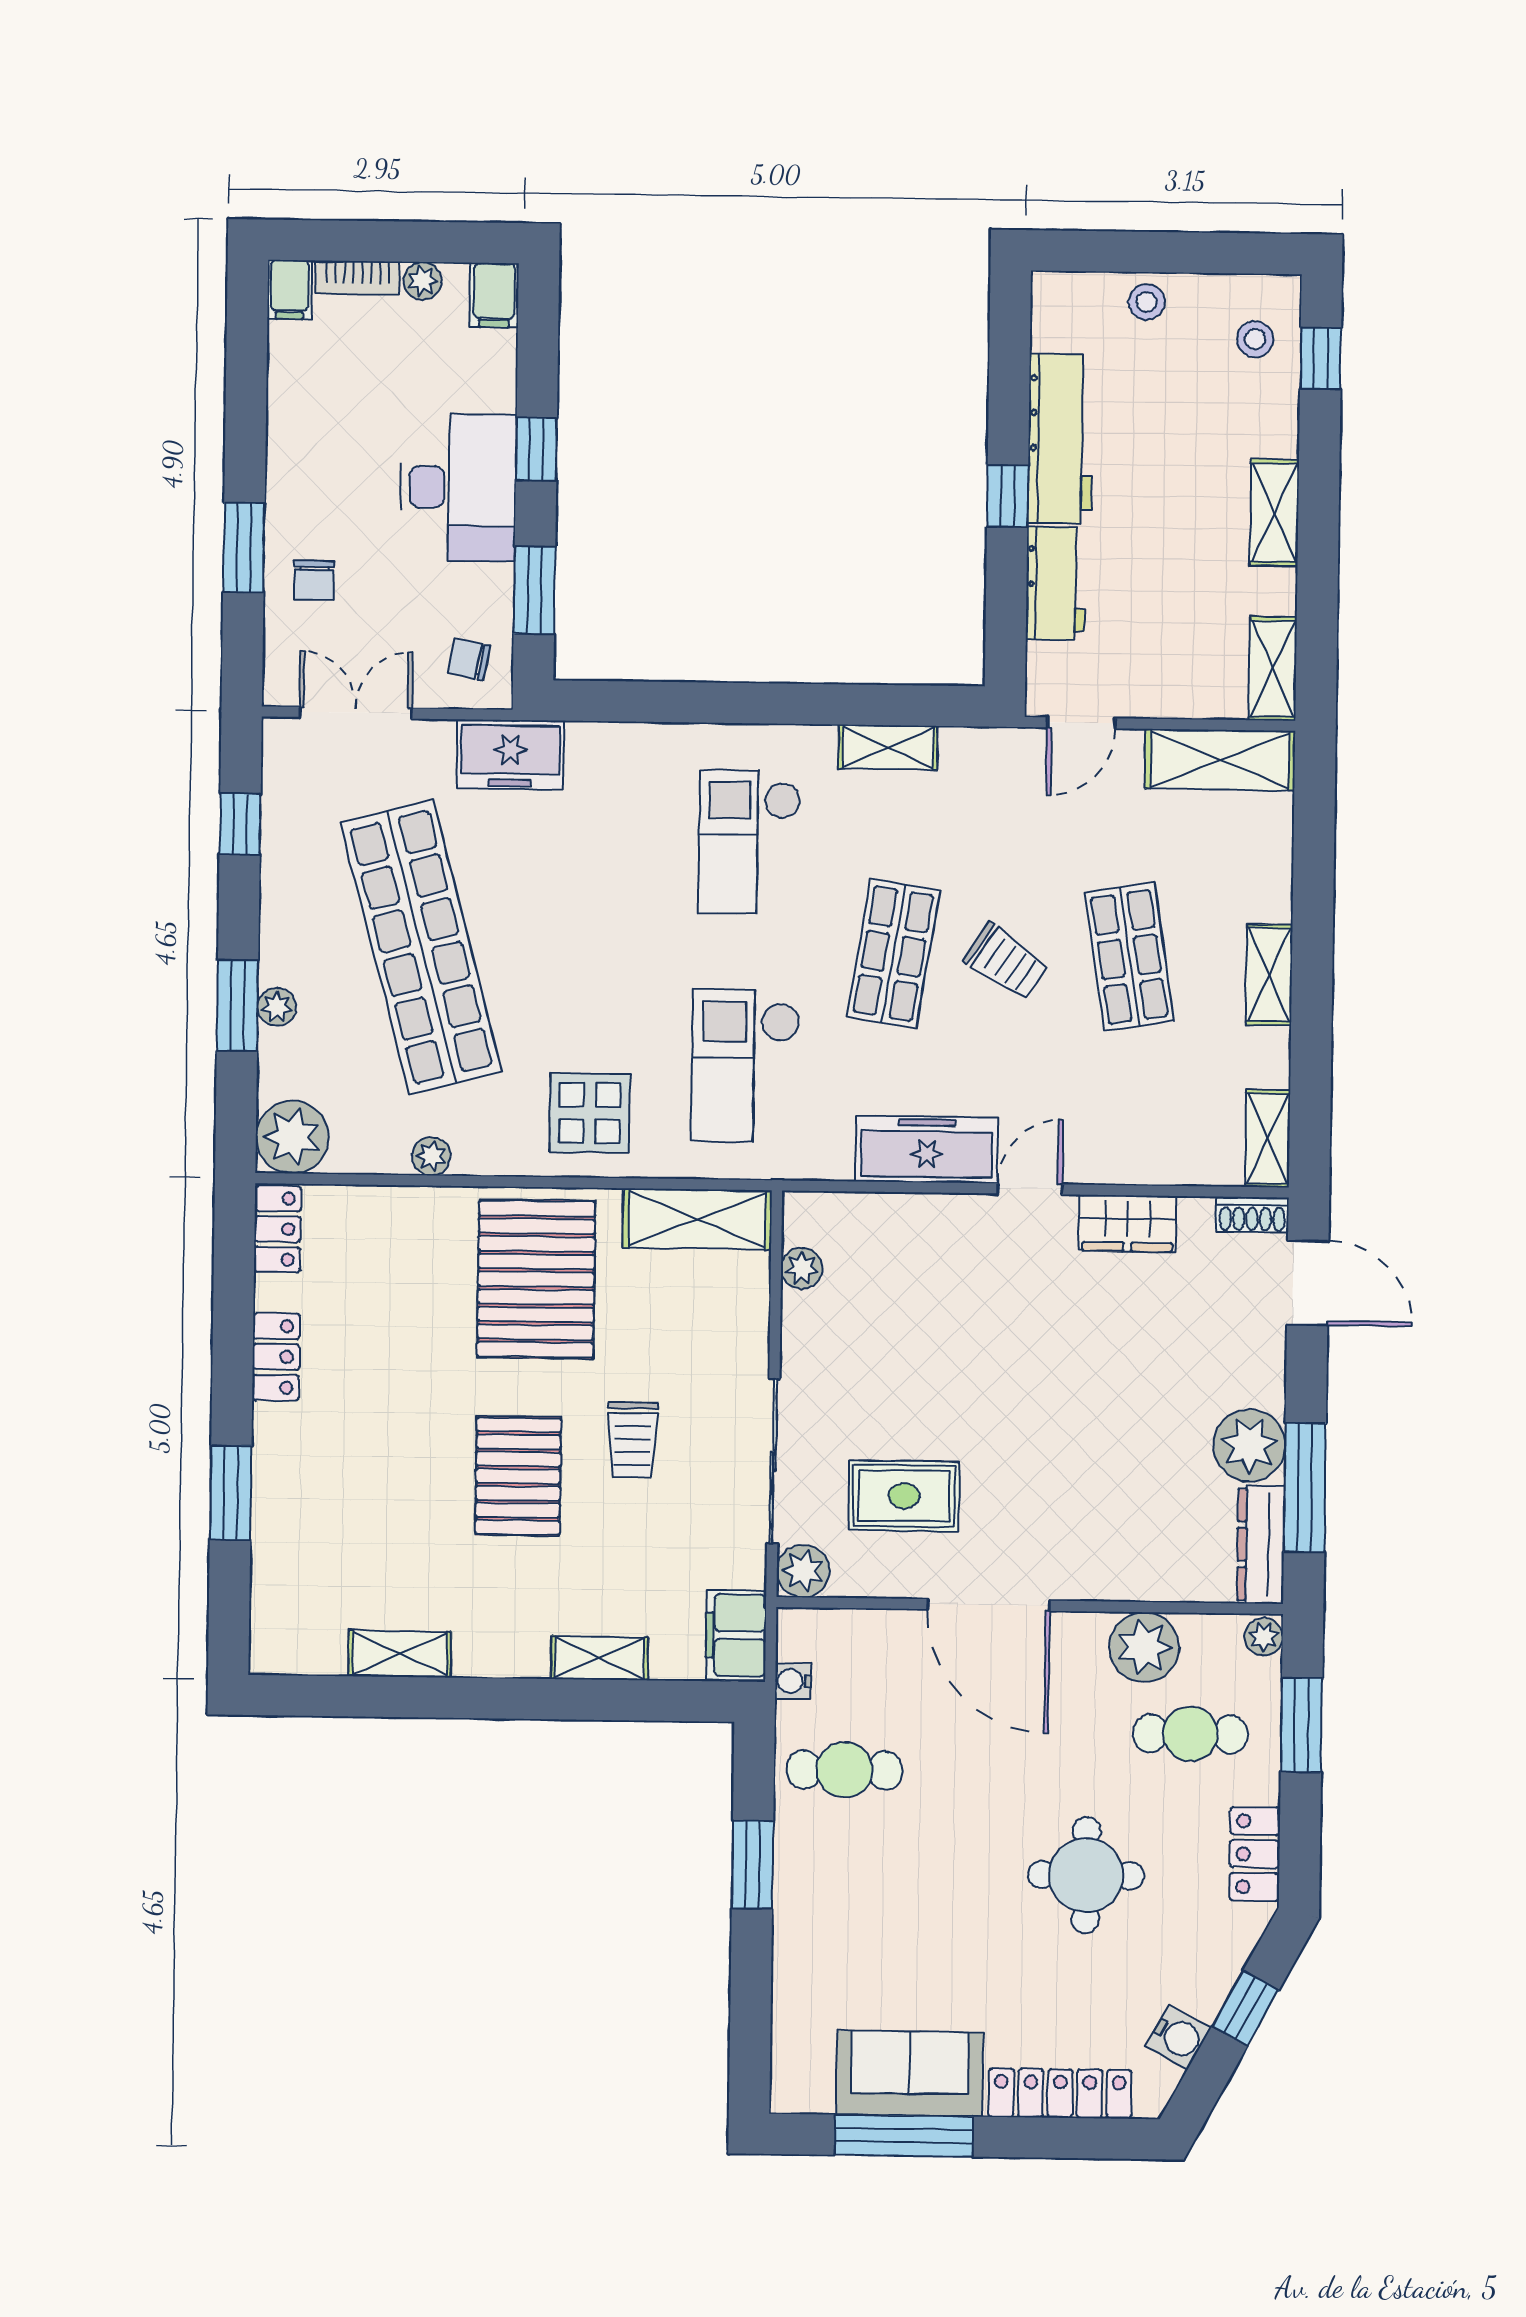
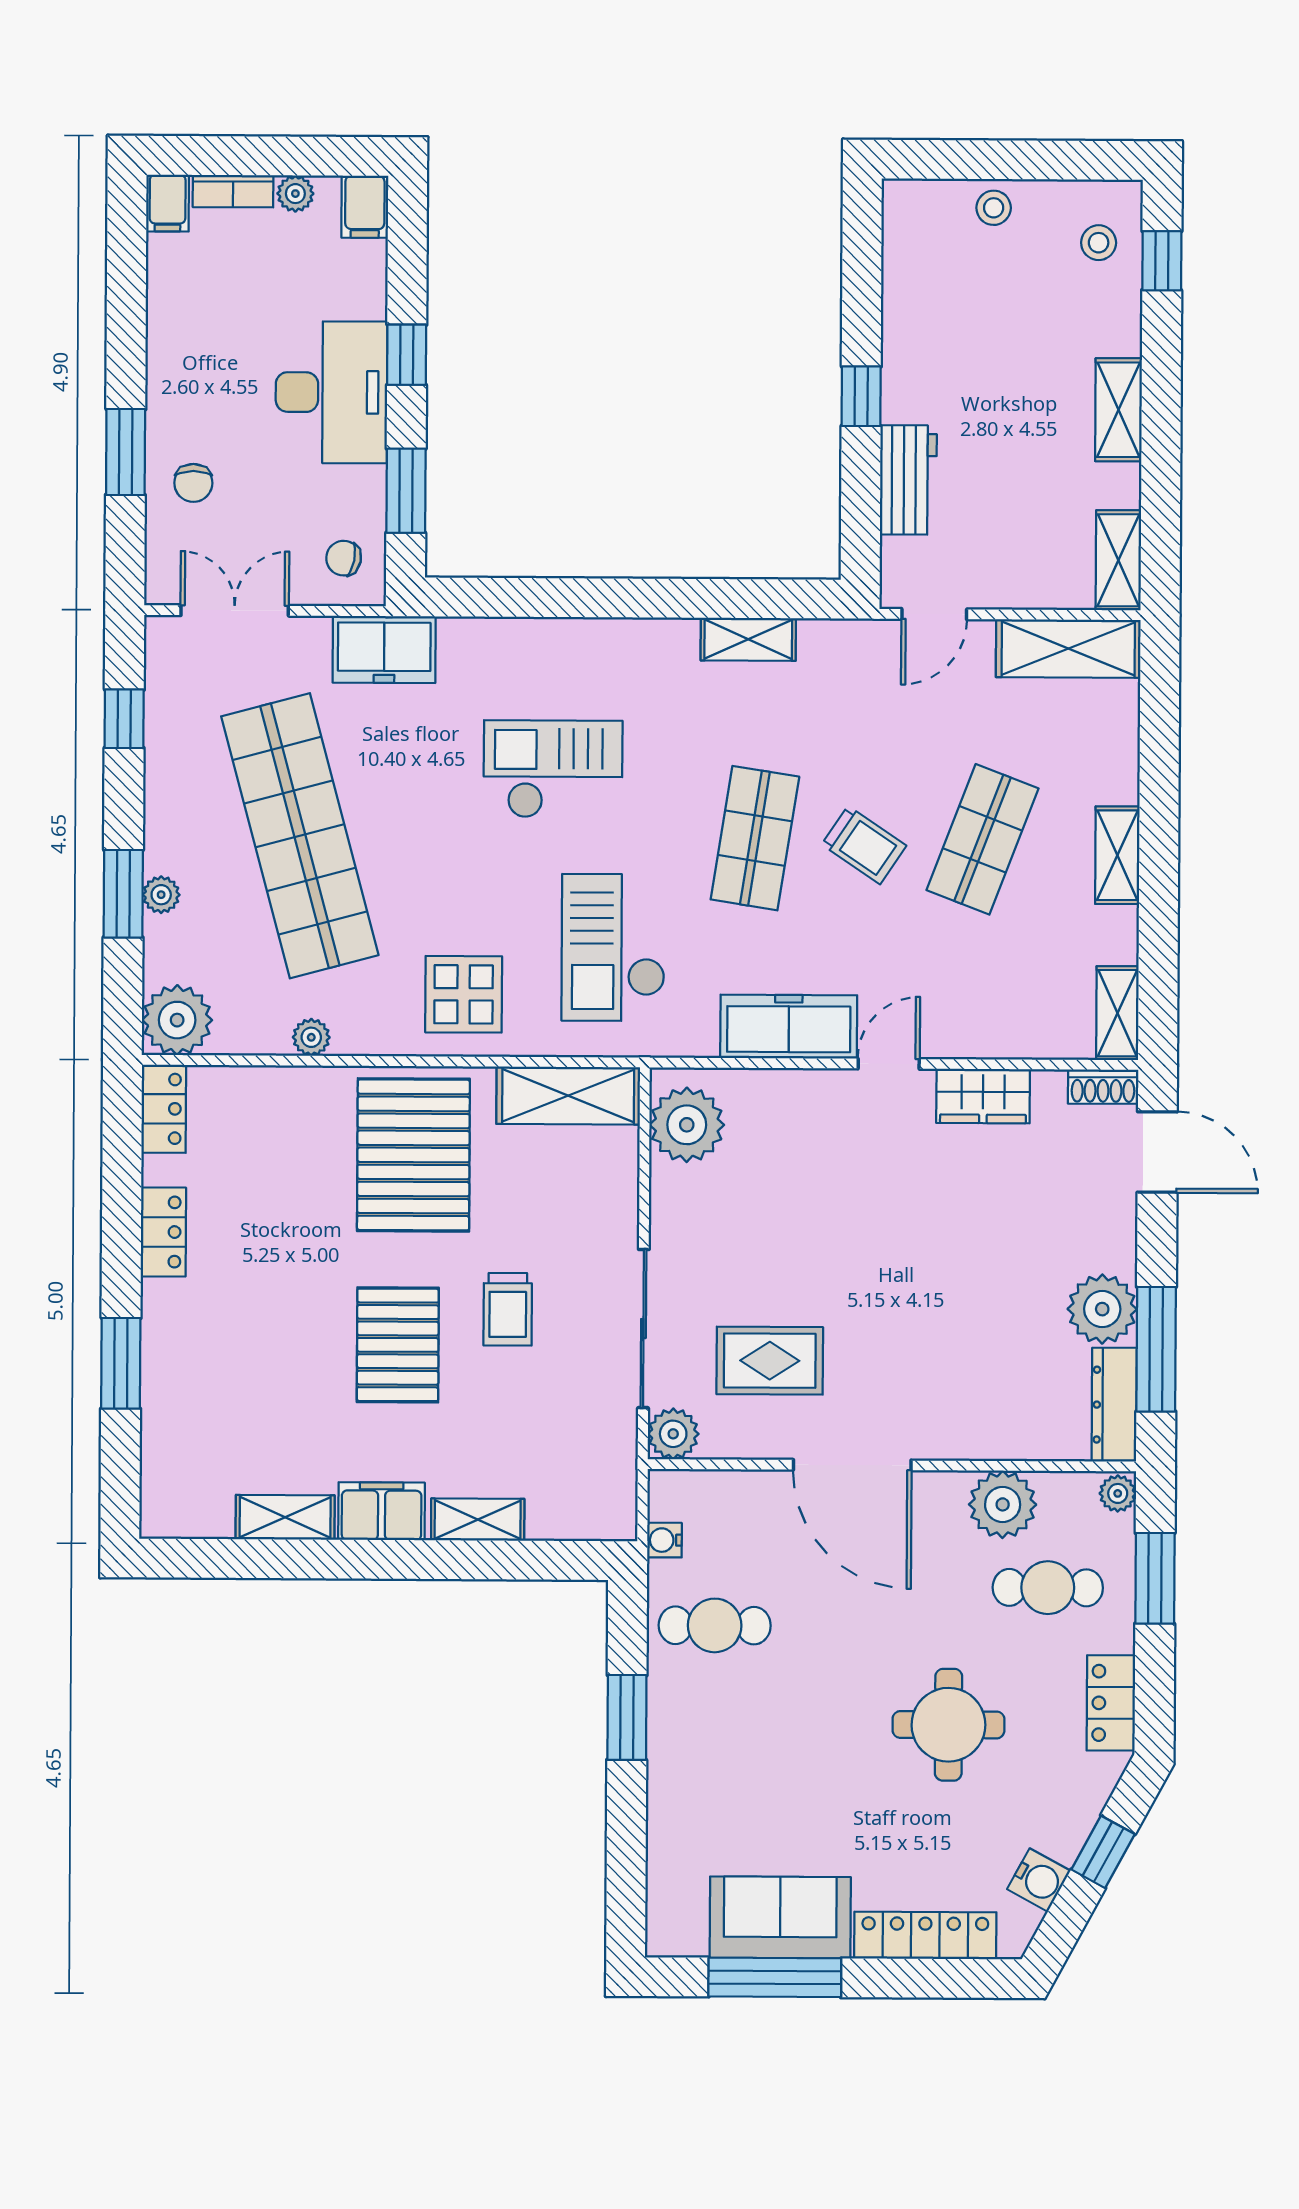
workbench: (1060, 438) -> (911, 340), removed
checkout: (749, 842) -> (553, 769), moved, turned 90
shop shelf: (1129, 957) -> (982, 839), turned 30
plant: (802, 1268) -> (687, 1125), width x1.88, depth x1.88
filing cabinet: (736, 1635) -> (382, 1511), moved, turned 90

